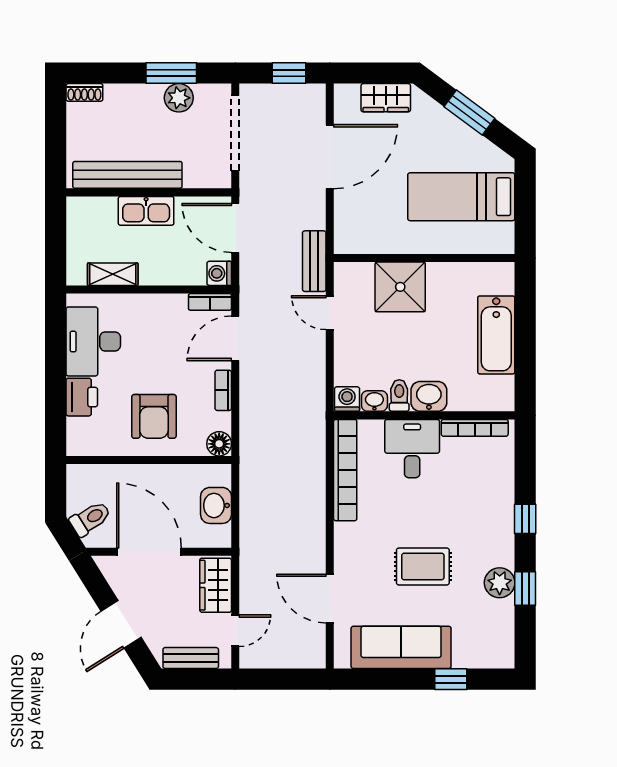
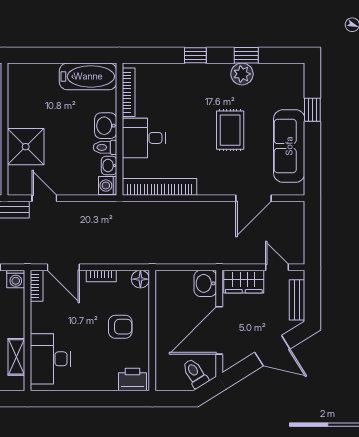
door: (330, 313) -> (44, 198), swing flipped
bathtub: (496, 335) -> (88, 76), moved
desk: (93, 341) -> (50, 359), moved, turned 90
printer: (82, 397) -> (132, 380), moved
armchair: (154, 416) -> (120, 327), width x0.72, depth x0.72
washbasin: (216, 505) -> (205, 283), moved, turned 90

